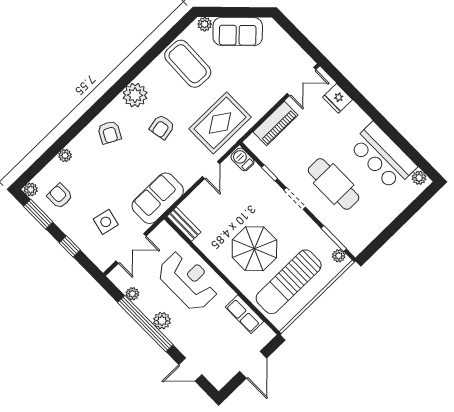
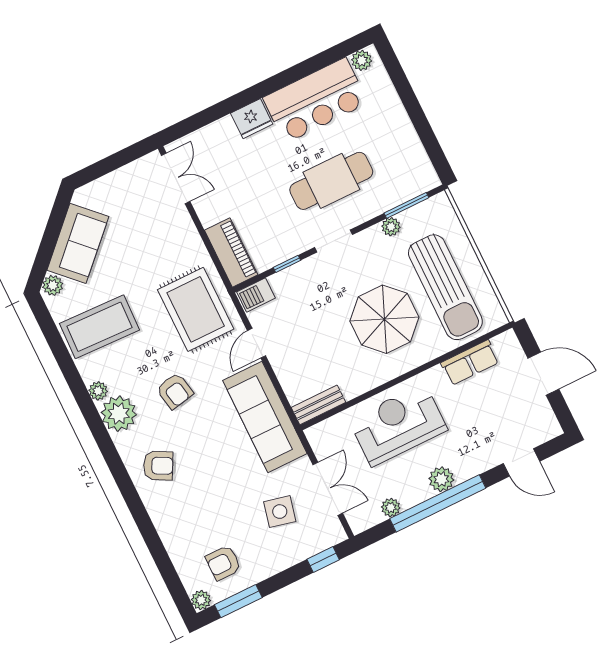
fridge: (337, 98) -> (252, 119), moved
piano: (275, 124) -> (231, 252), moved
plant: (65, 156) -> (98, 391), moved
door: (211, 170) -> (256, 343), swing flipped
sofa: (158, 198) -> (265, 417), width x1.36
window: (70, 246) -> (323, 560), moved
plant: (339, 256) -> (391, 227), moved
door: (190, 370) -> (521, 462), hinge flipped

